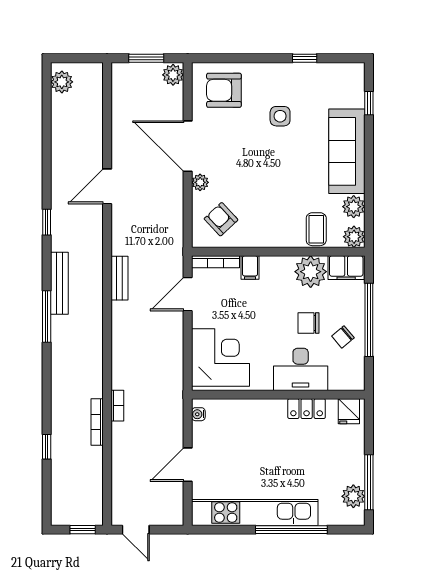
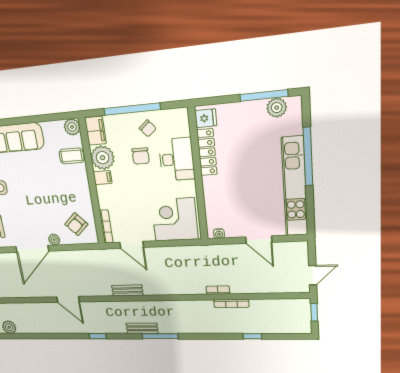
plant: (354, 207) -> (51, 129), removed
filing cabinet: (250, 268) -> (103, 178), moved
bench: (59, 283) -> (142, 328), width x0.73
locker: (307, 409) -> (207, 152), width x1.53

